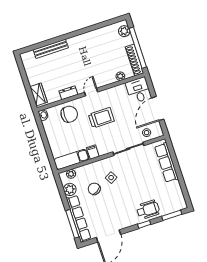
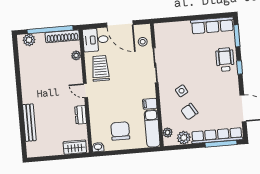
chair: (69, 114) -> (120, 131), moved
trolley: (101, 118) -> (100, 68), moved
row of seats: (166, 163) -> (212, 25), moved

